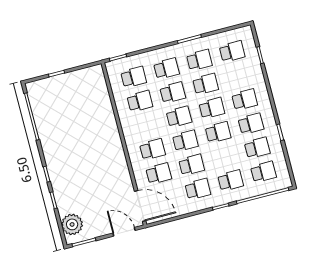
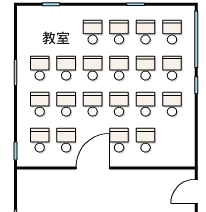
school desk: (232, 51) -> (146, 68), moved
door: (140, 206) -> (93, 168), moved

